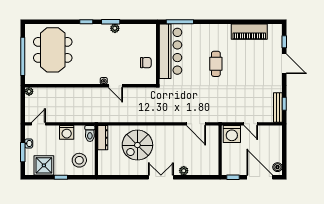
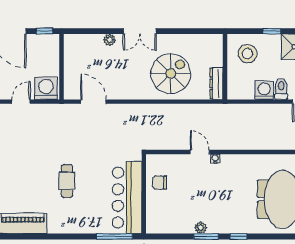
door: (251, 124) -> (21, 102), hinge flipped
toilet: (90, 134) -> (281, 89), moved

